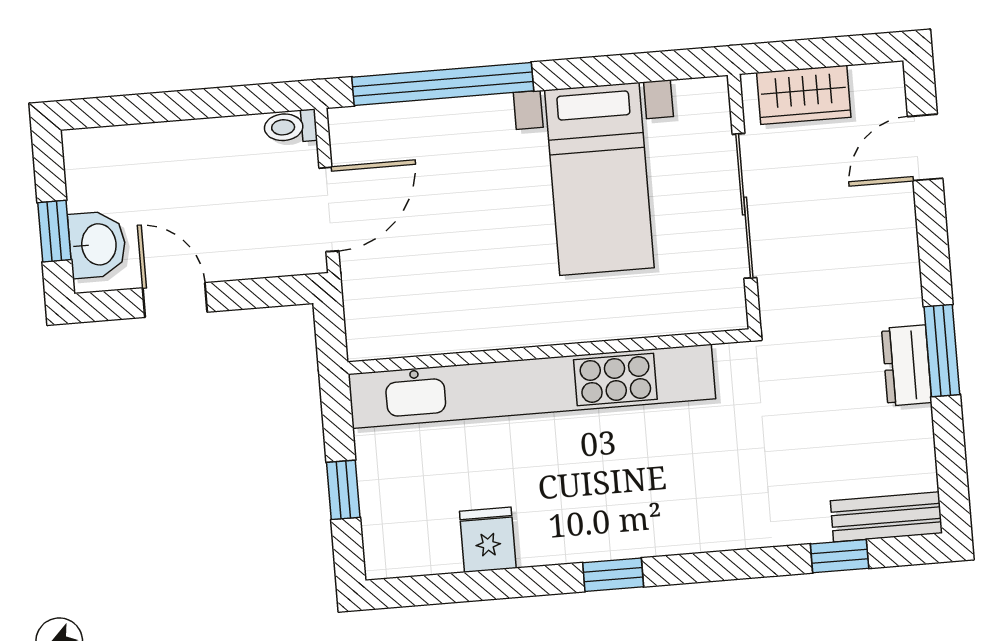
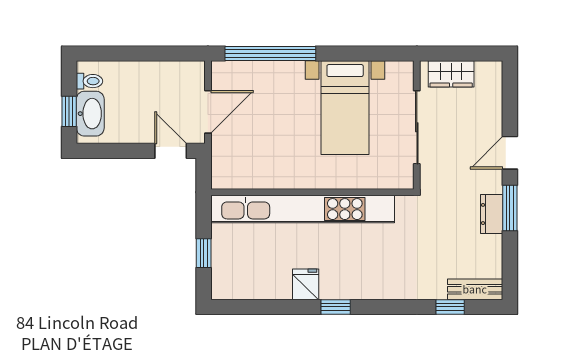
toilet: (290, 127) -> (89, 81), moved, turned 180
door: (925, 147) -> (510, 153), moved
washbasin: (97, 245) -> (90, 114), width x1.38
door: (175, 300) -> (171, 151), moved
fridge: (488, 540) -> (306, 284), moved

